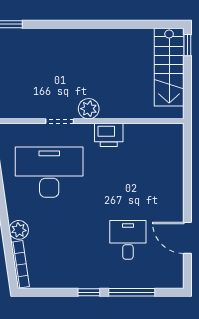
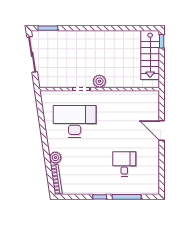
printer: (109, 135) -> (112, 98), removed
door: (187, 238) -> (162, 130), moved

